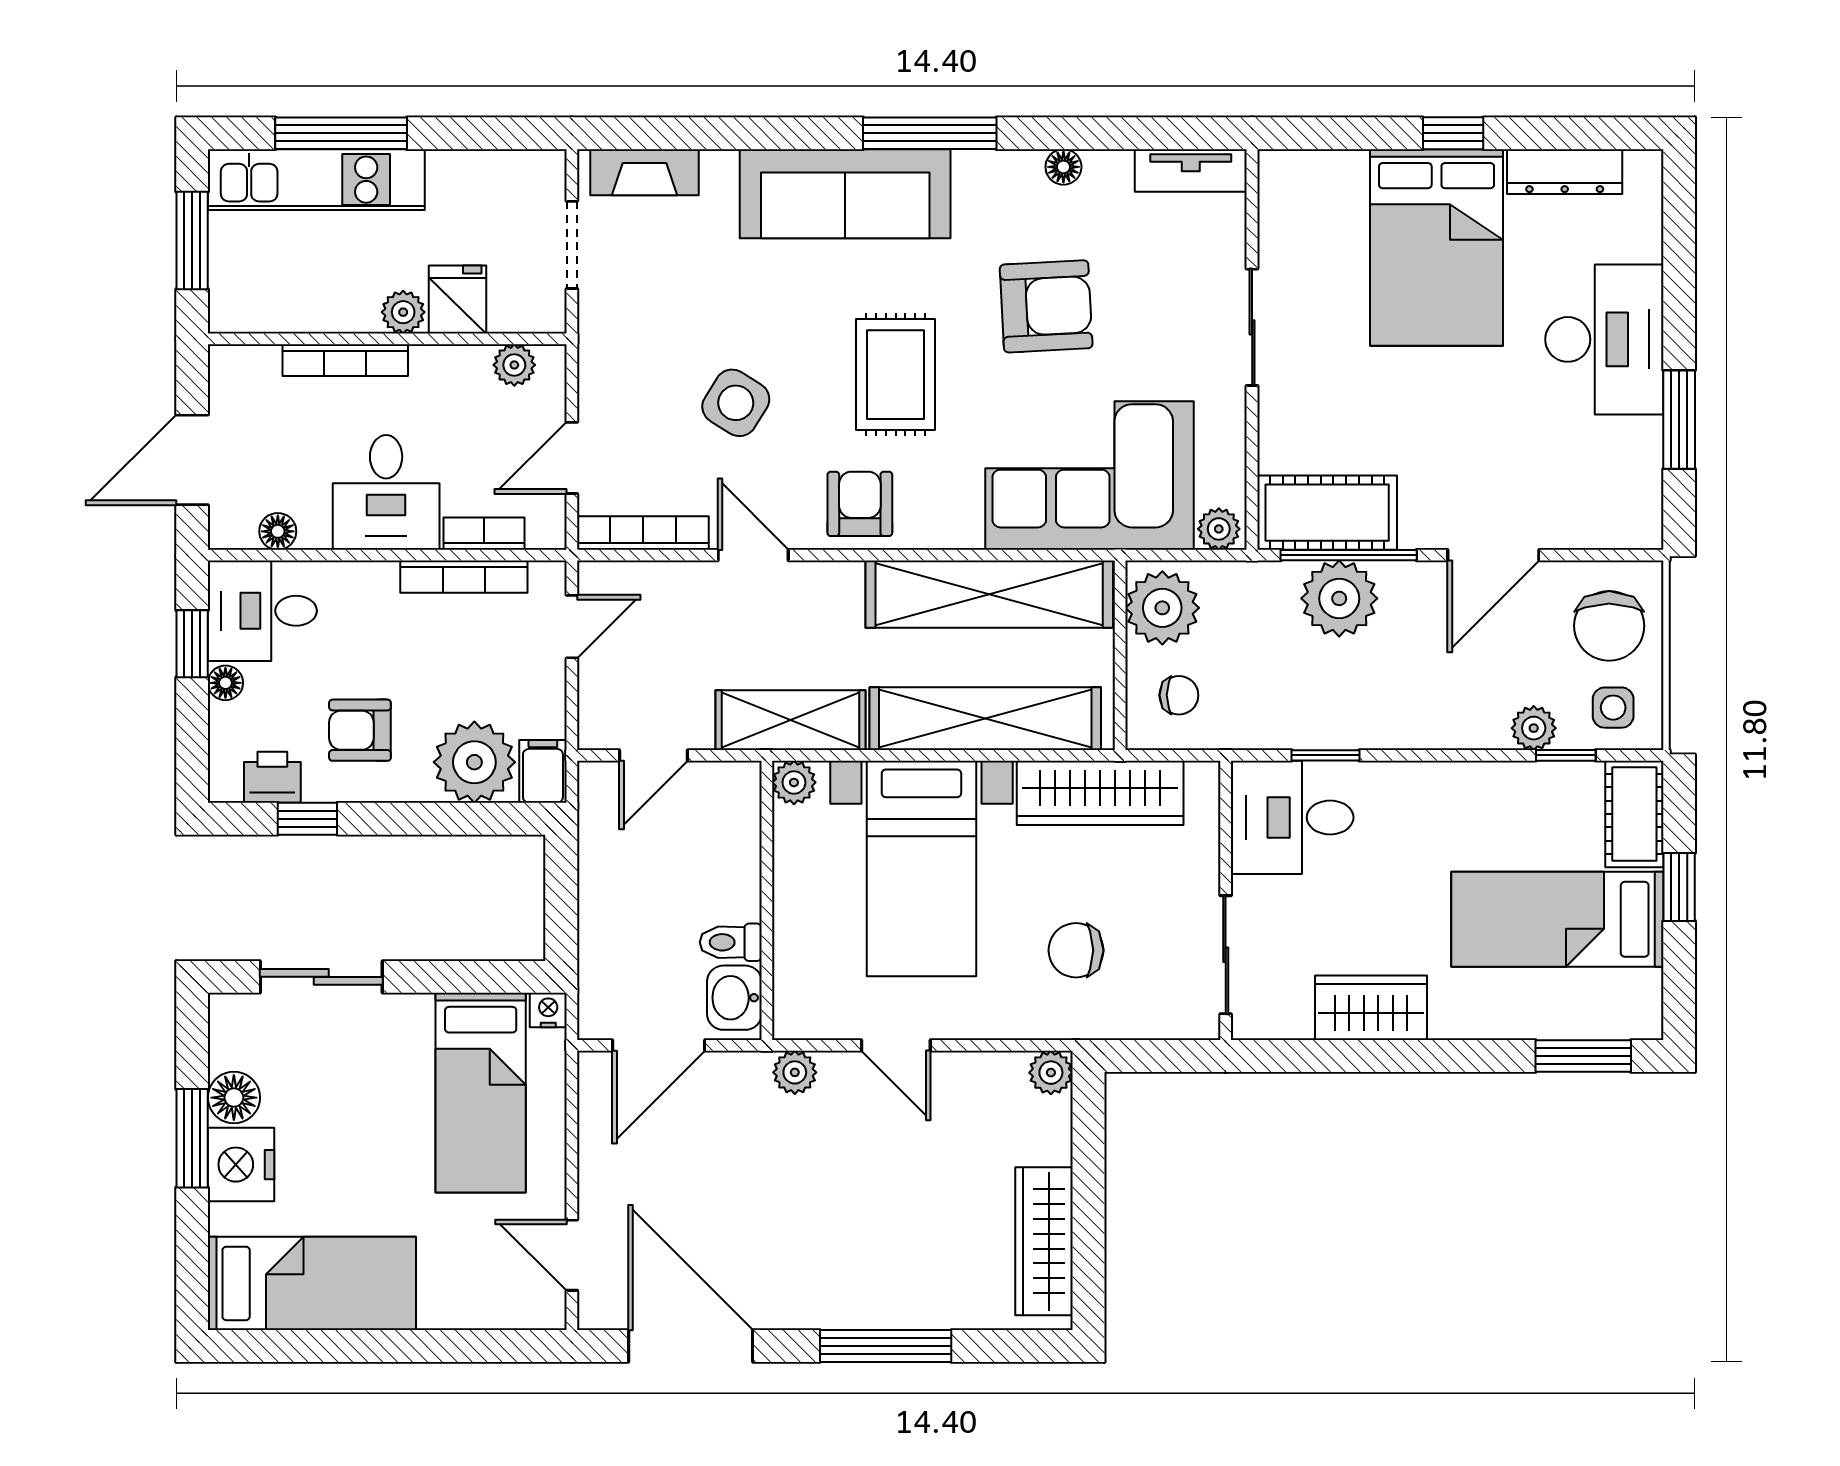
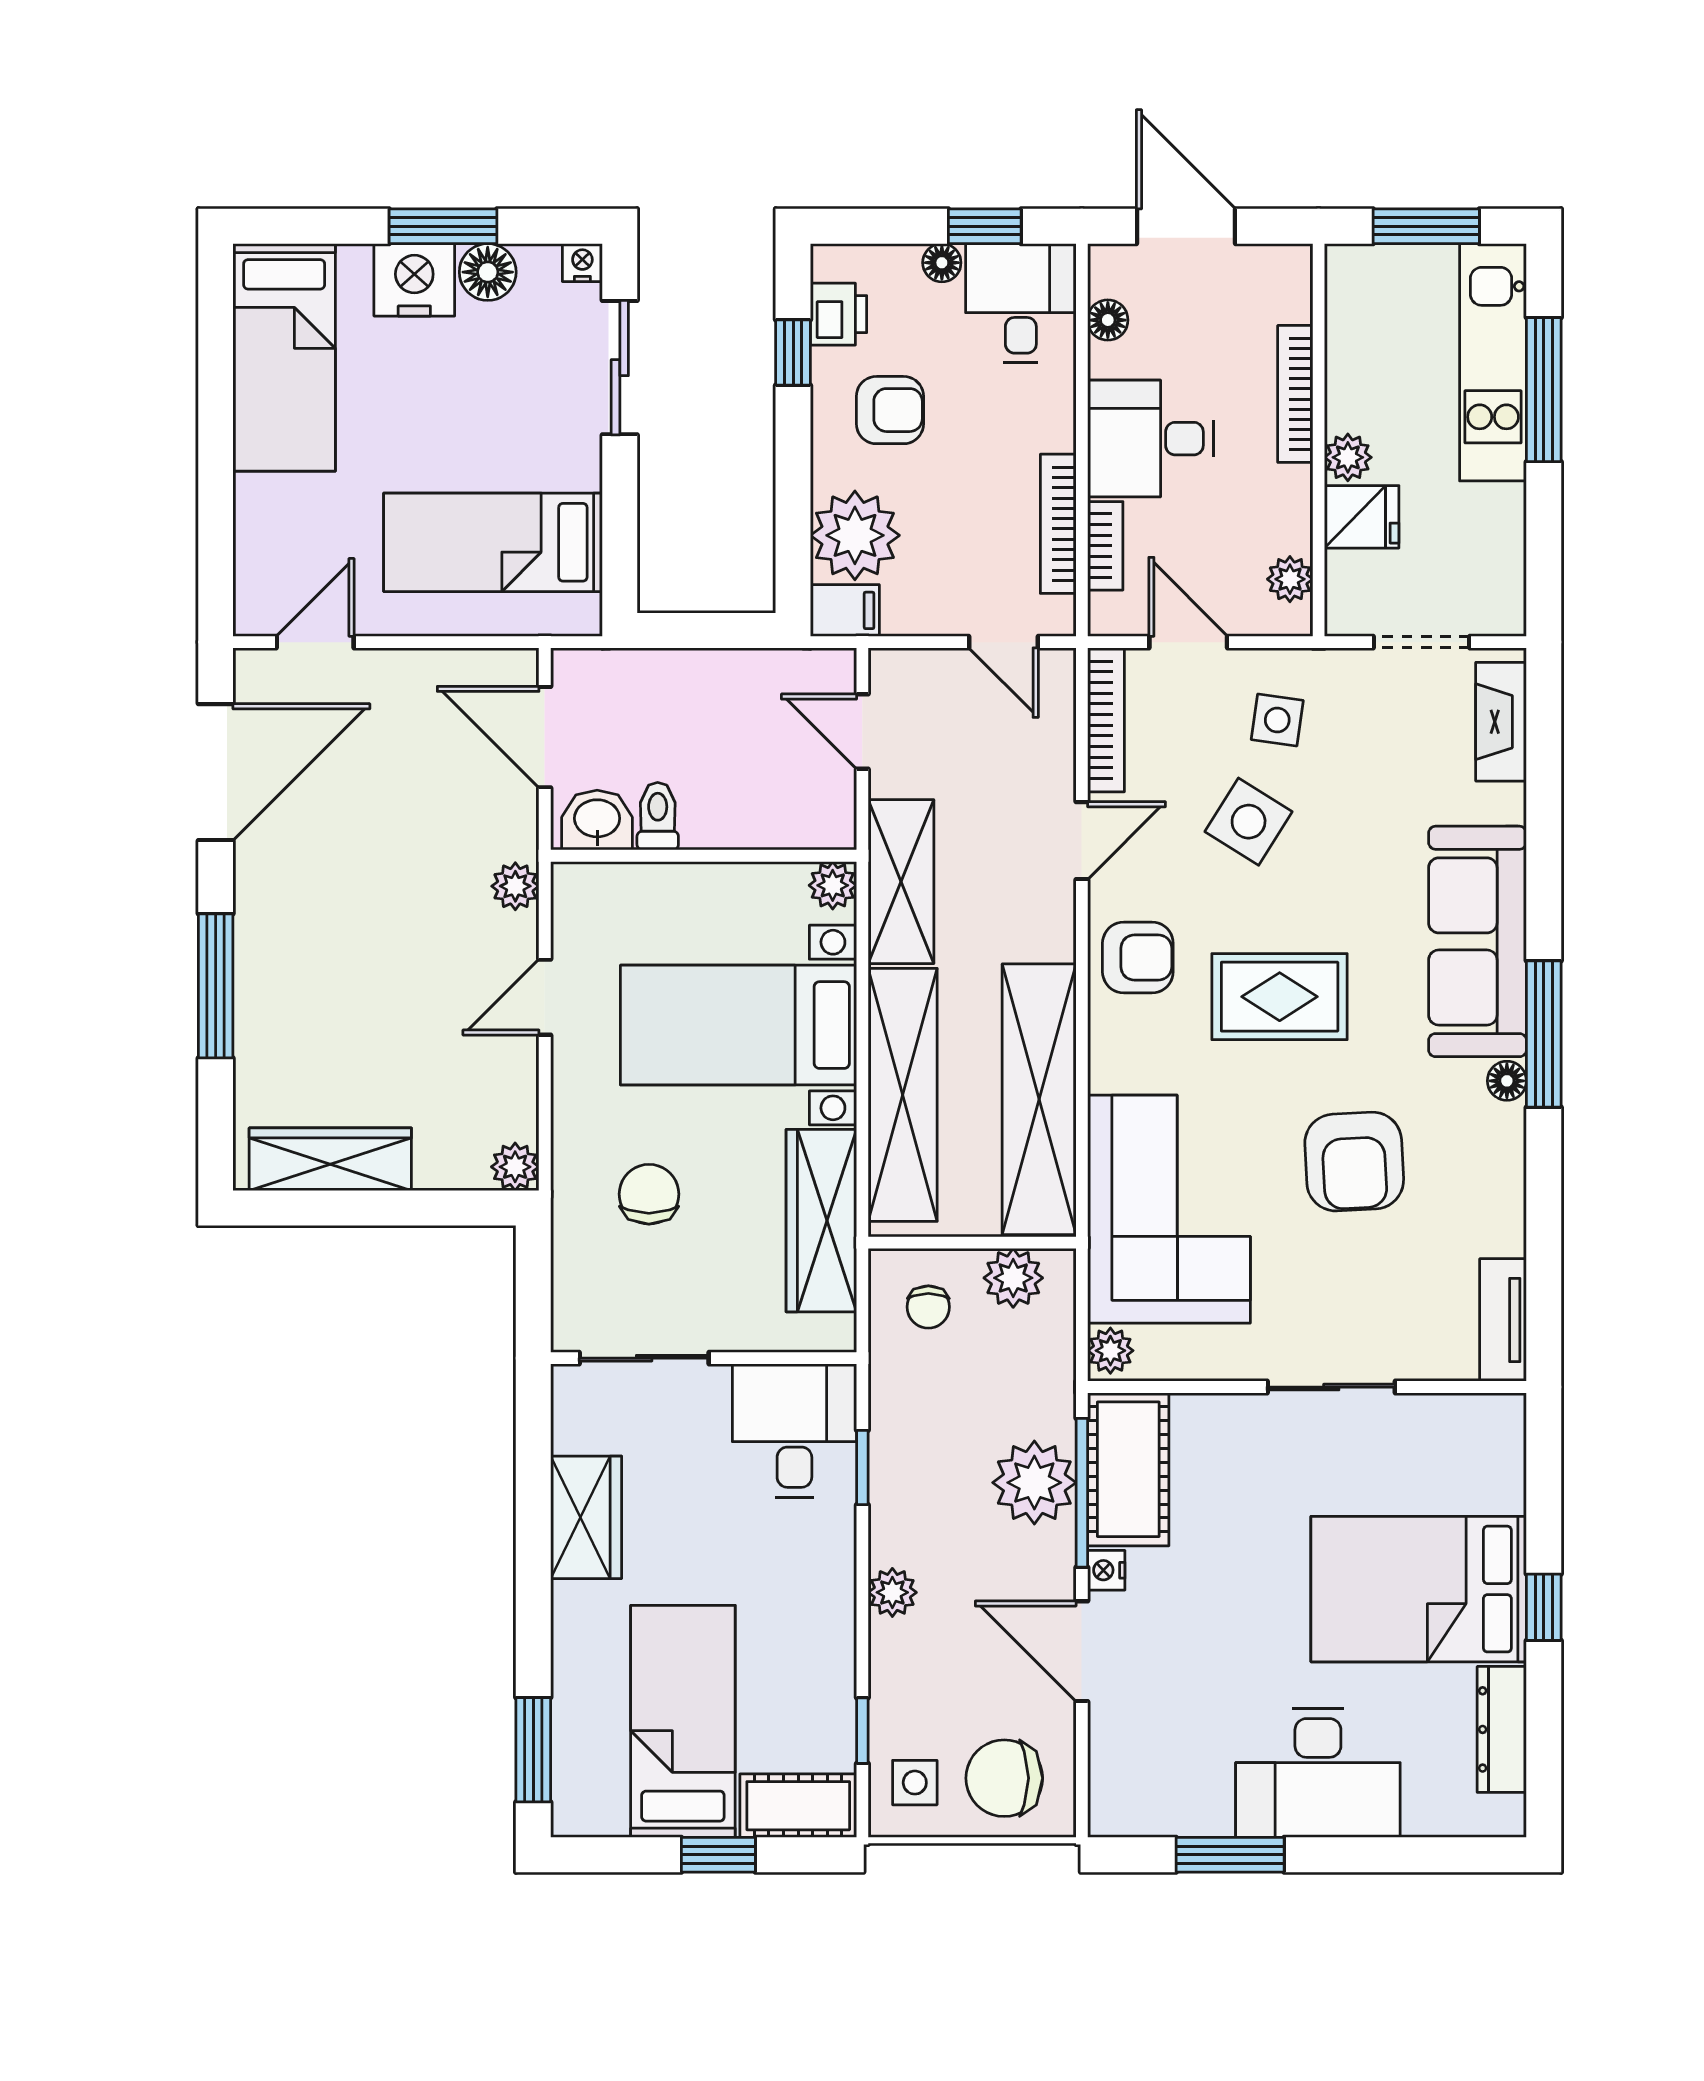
floor lamp: (1063, 167) -> (1507, 1081), moved
side table: (643, 377) -> (1277, 720), added
nightstand: (1419, 533) -> (1106, 1570), added
plant: (1162, 608) -> (1013, 1278), width x0.73, depth x0.73
plant: (1534, 728) -> (892, 1592), moved
armchair: (360, 730) -> (890, 410), turned 90
nightstand: (548, 1010) -> (582, 263), moved, turned -90

